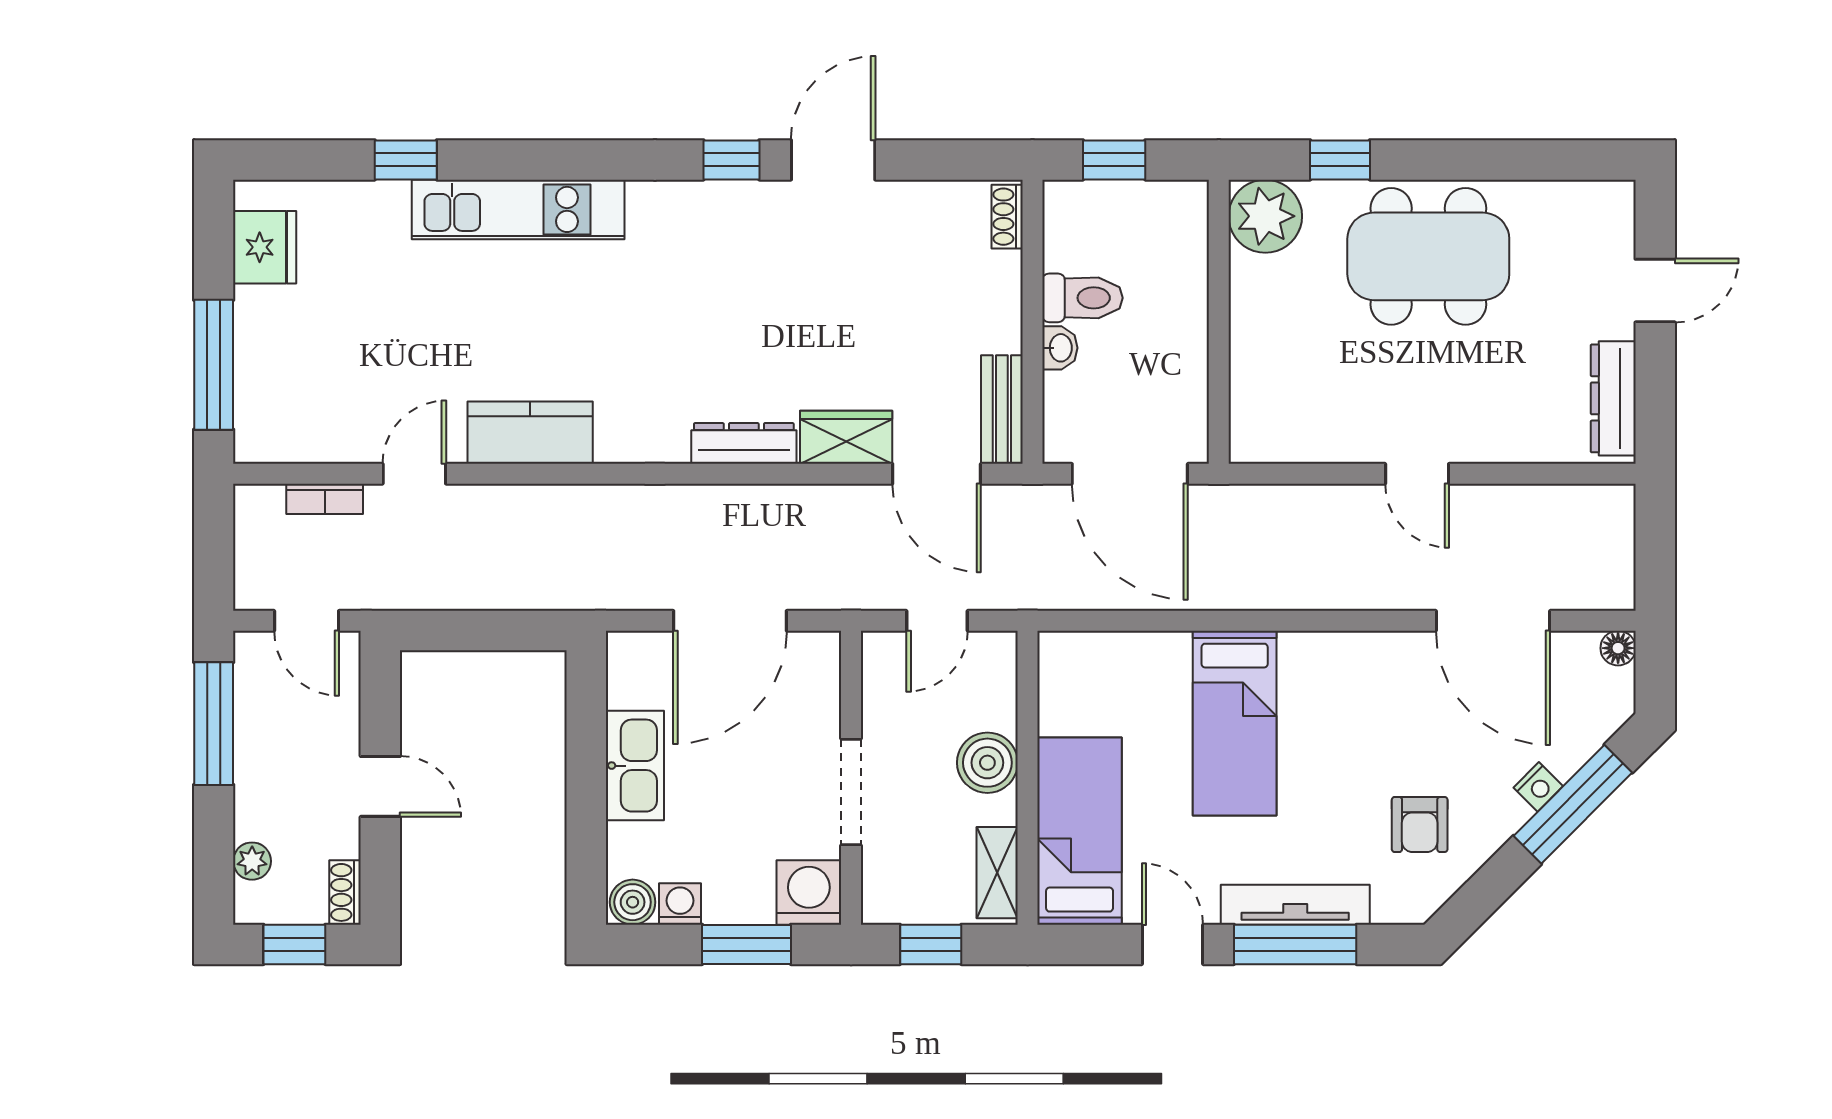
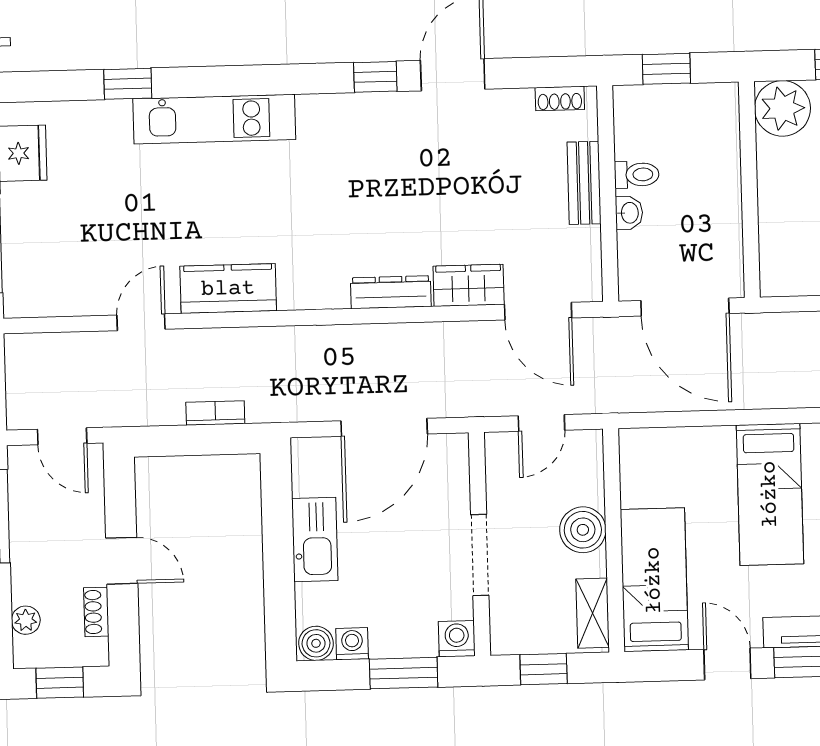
shoe rack: (1007, 217) -> (560, 98), moved, turned -90
toilet: (1082, 298) -> (637, 175), width x0.73, depth x0.72
bench: (1002, 409) -> (584, 183), moved
bookcase: (325, 499) -> (215, 413), moved, turned 180
shoe rack: (345, 892) -> (96, 612), moved
washing machine: (809, 892) -> (457, 639), width x0.73, depth x0.73

